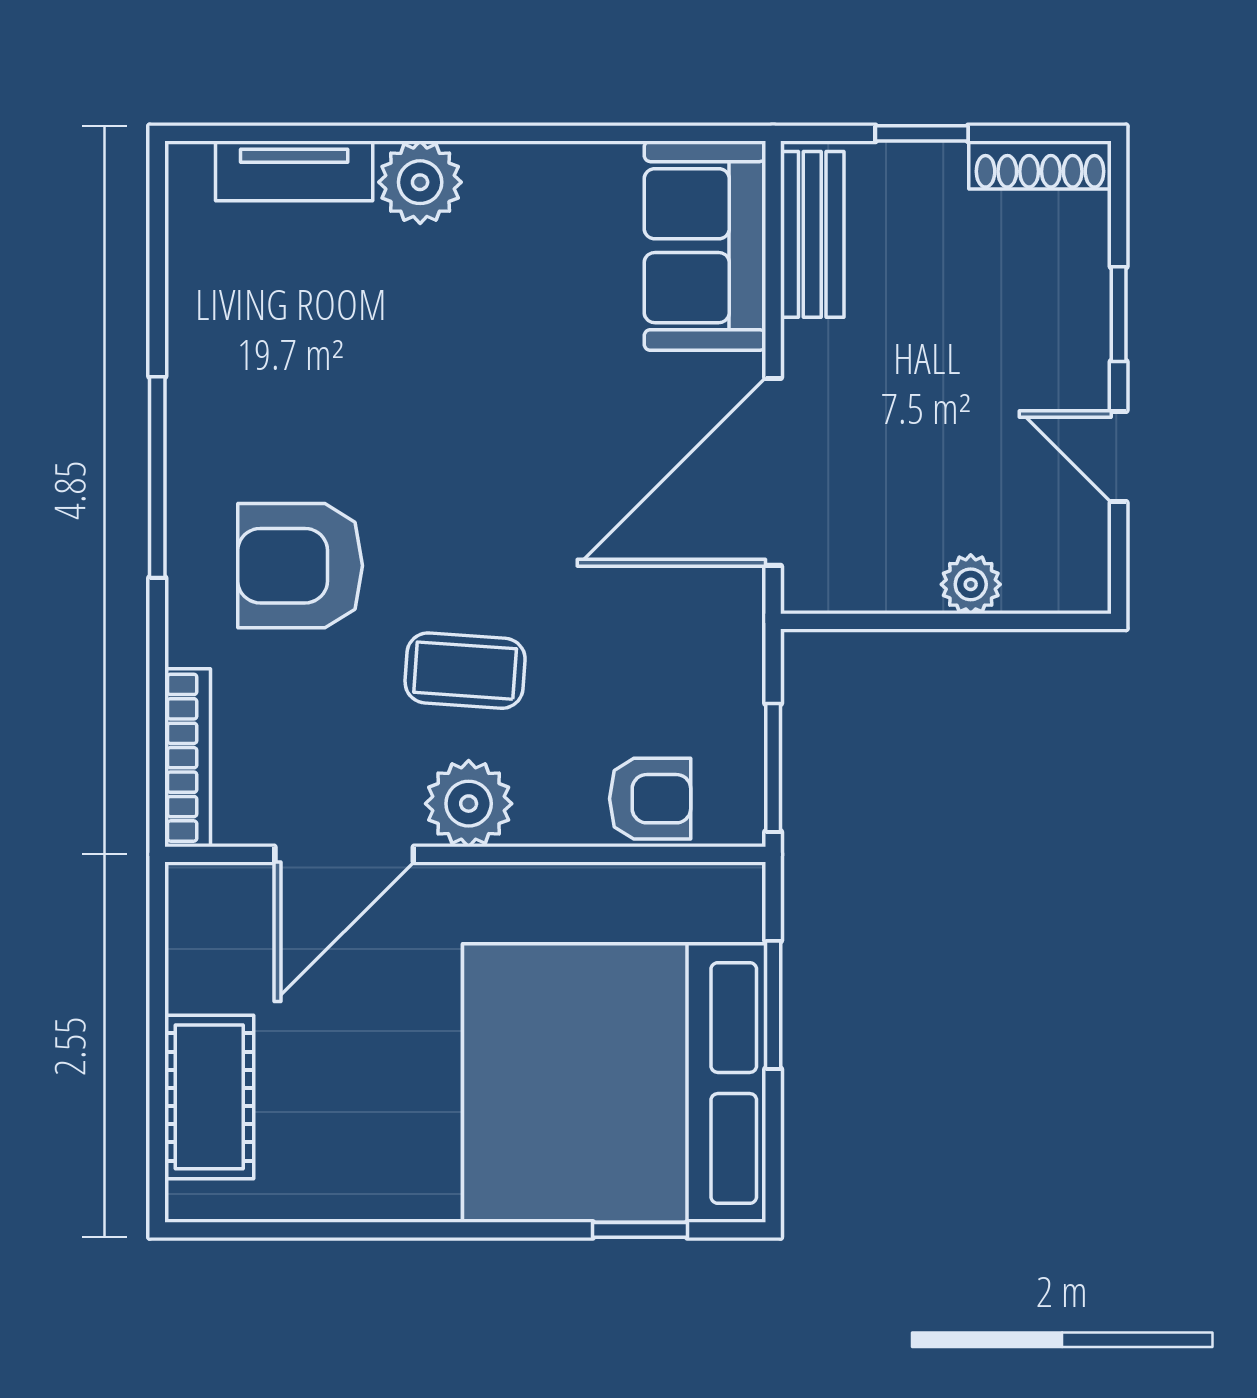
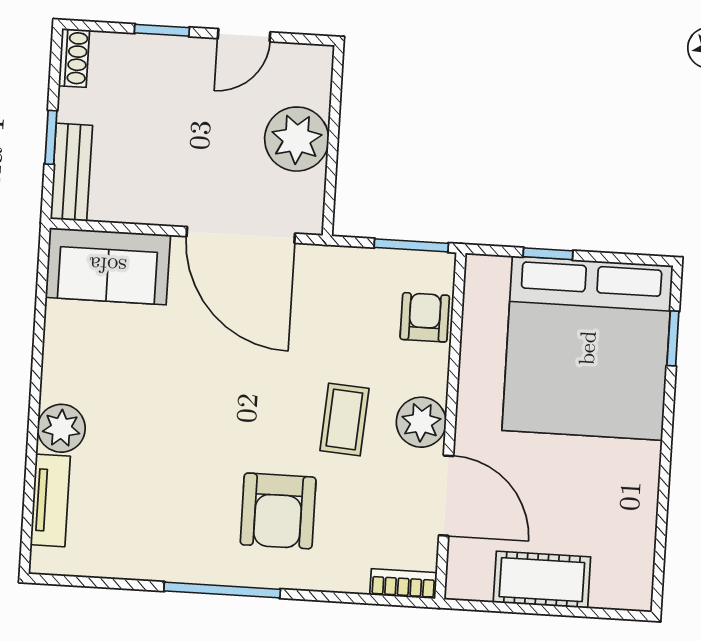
shoe rack: (1040, 165) -> (74, 58), width x0.70
bench: (812, 234) -> (71, 172), moved, turned 90
plant: (971, 584) -> (297, 139), width x1.87, depth x1.87
bookcase: (188, 758) -> (403, 584), width x0.64
window: (773, 1005) -> (548, 254), width x0.67
cot: (209, 1097) -> (542, 580), moved

